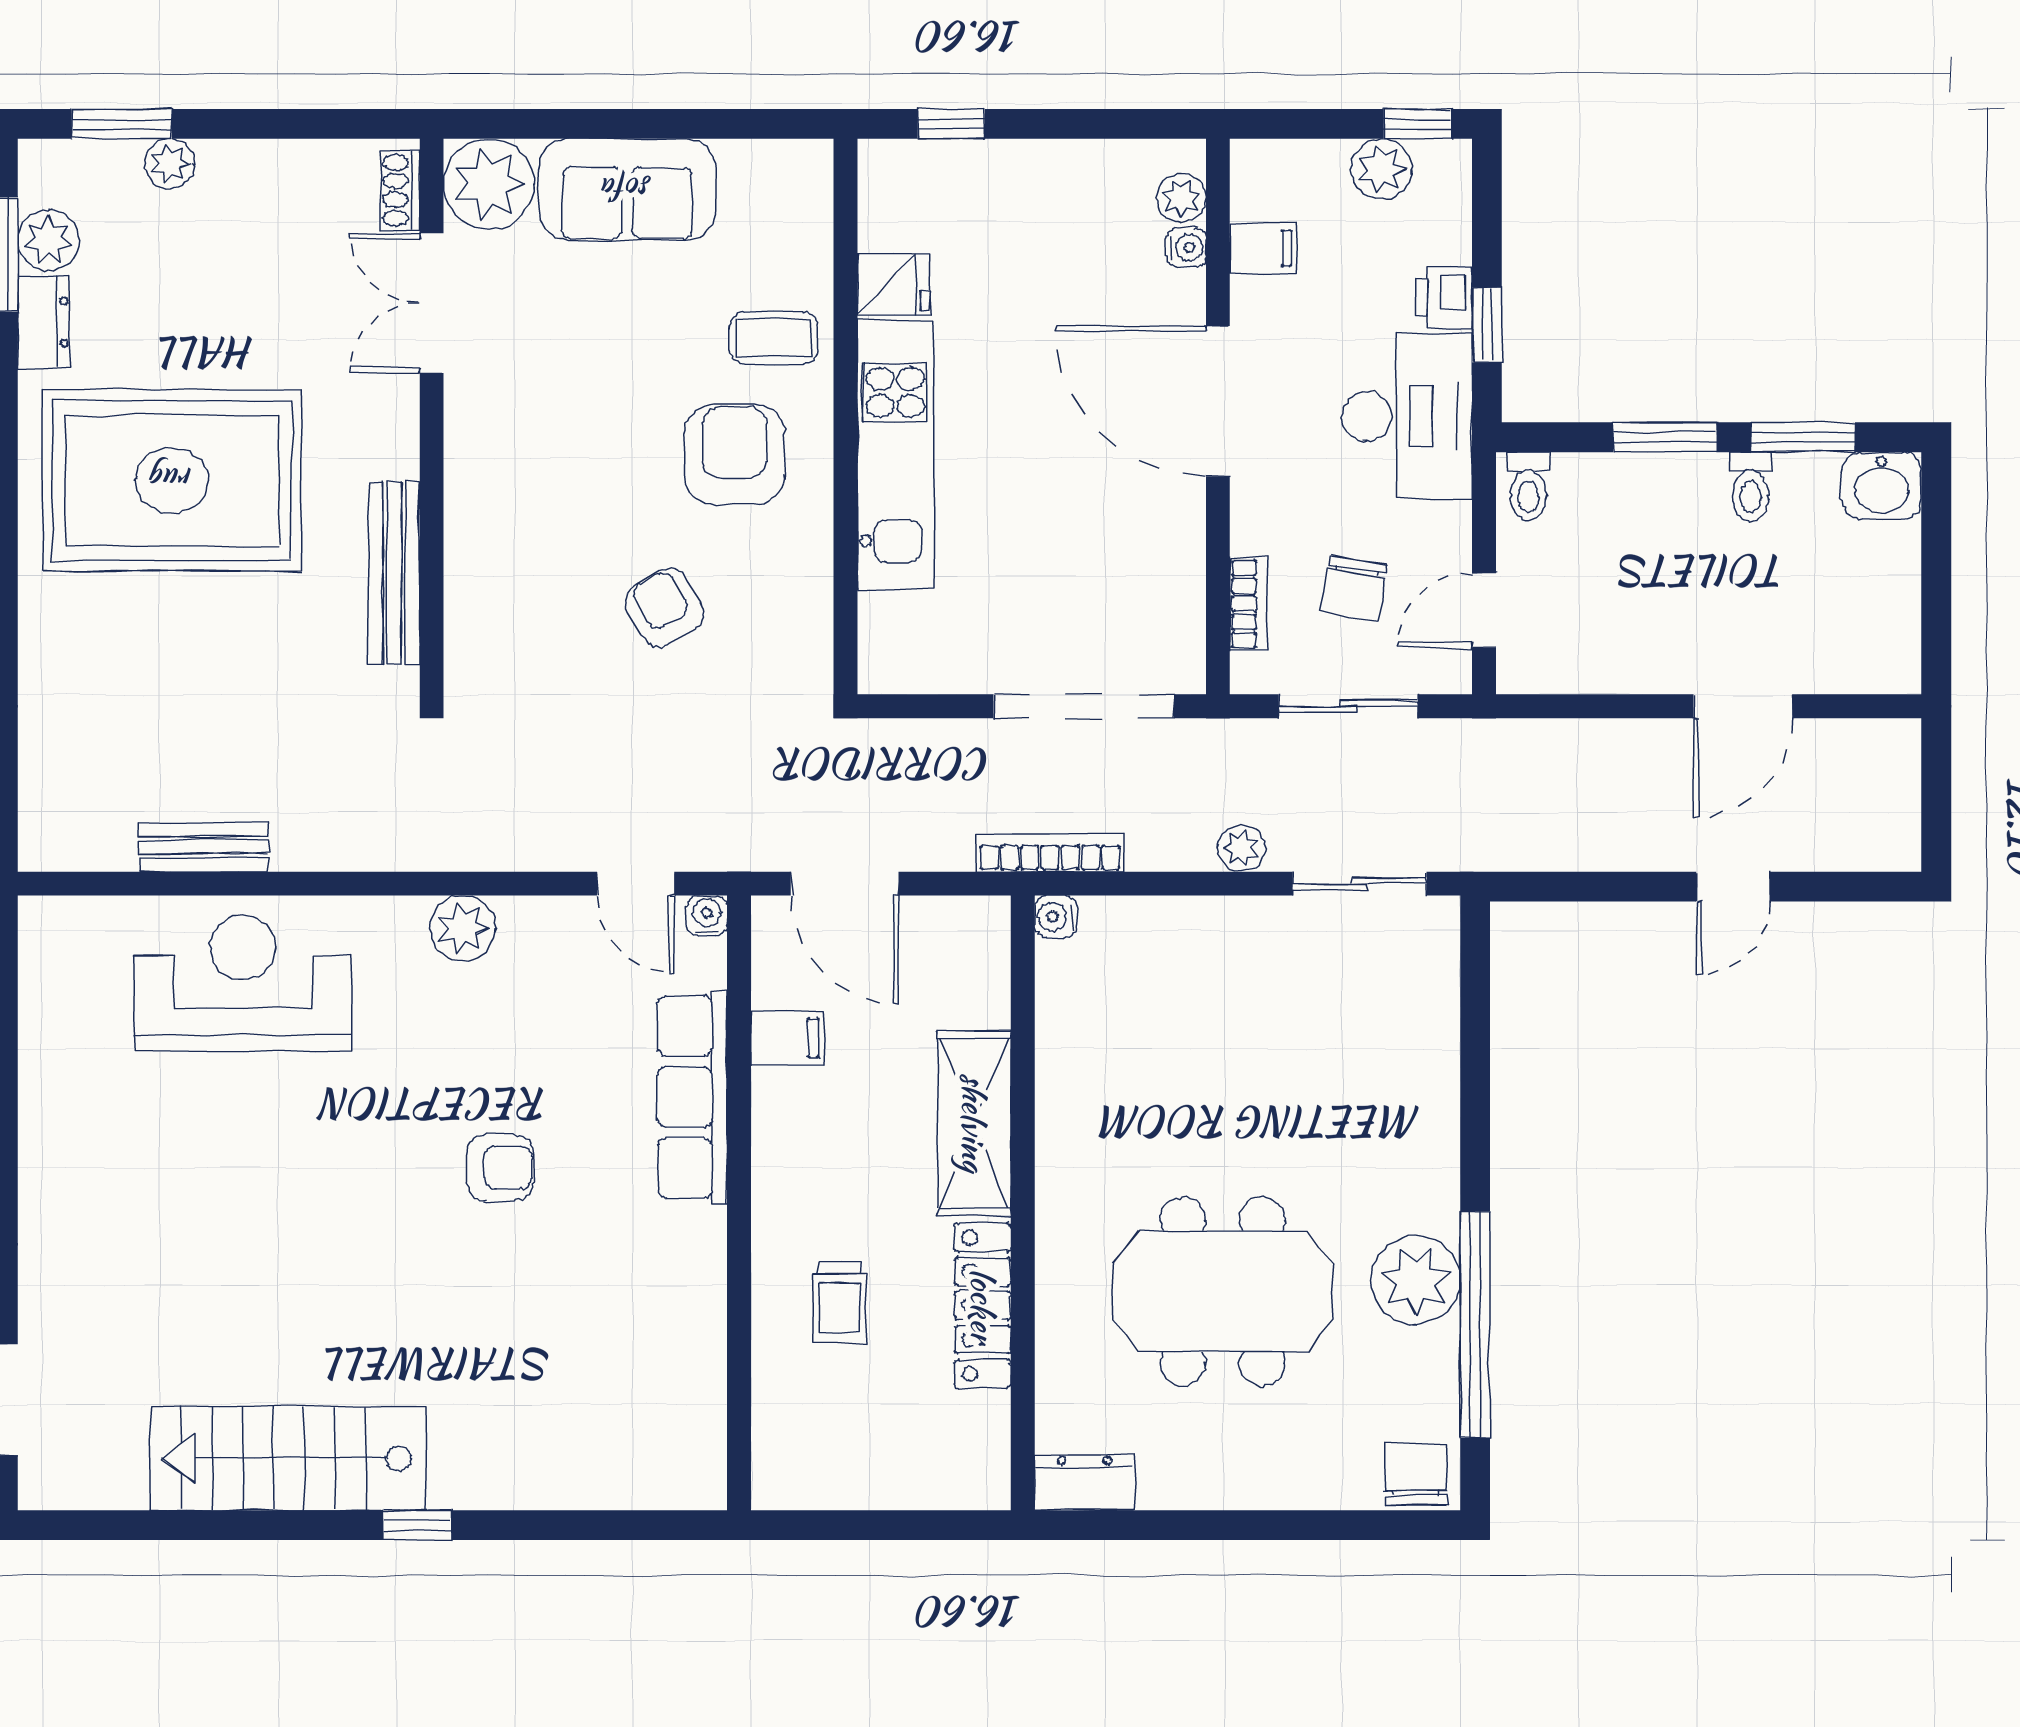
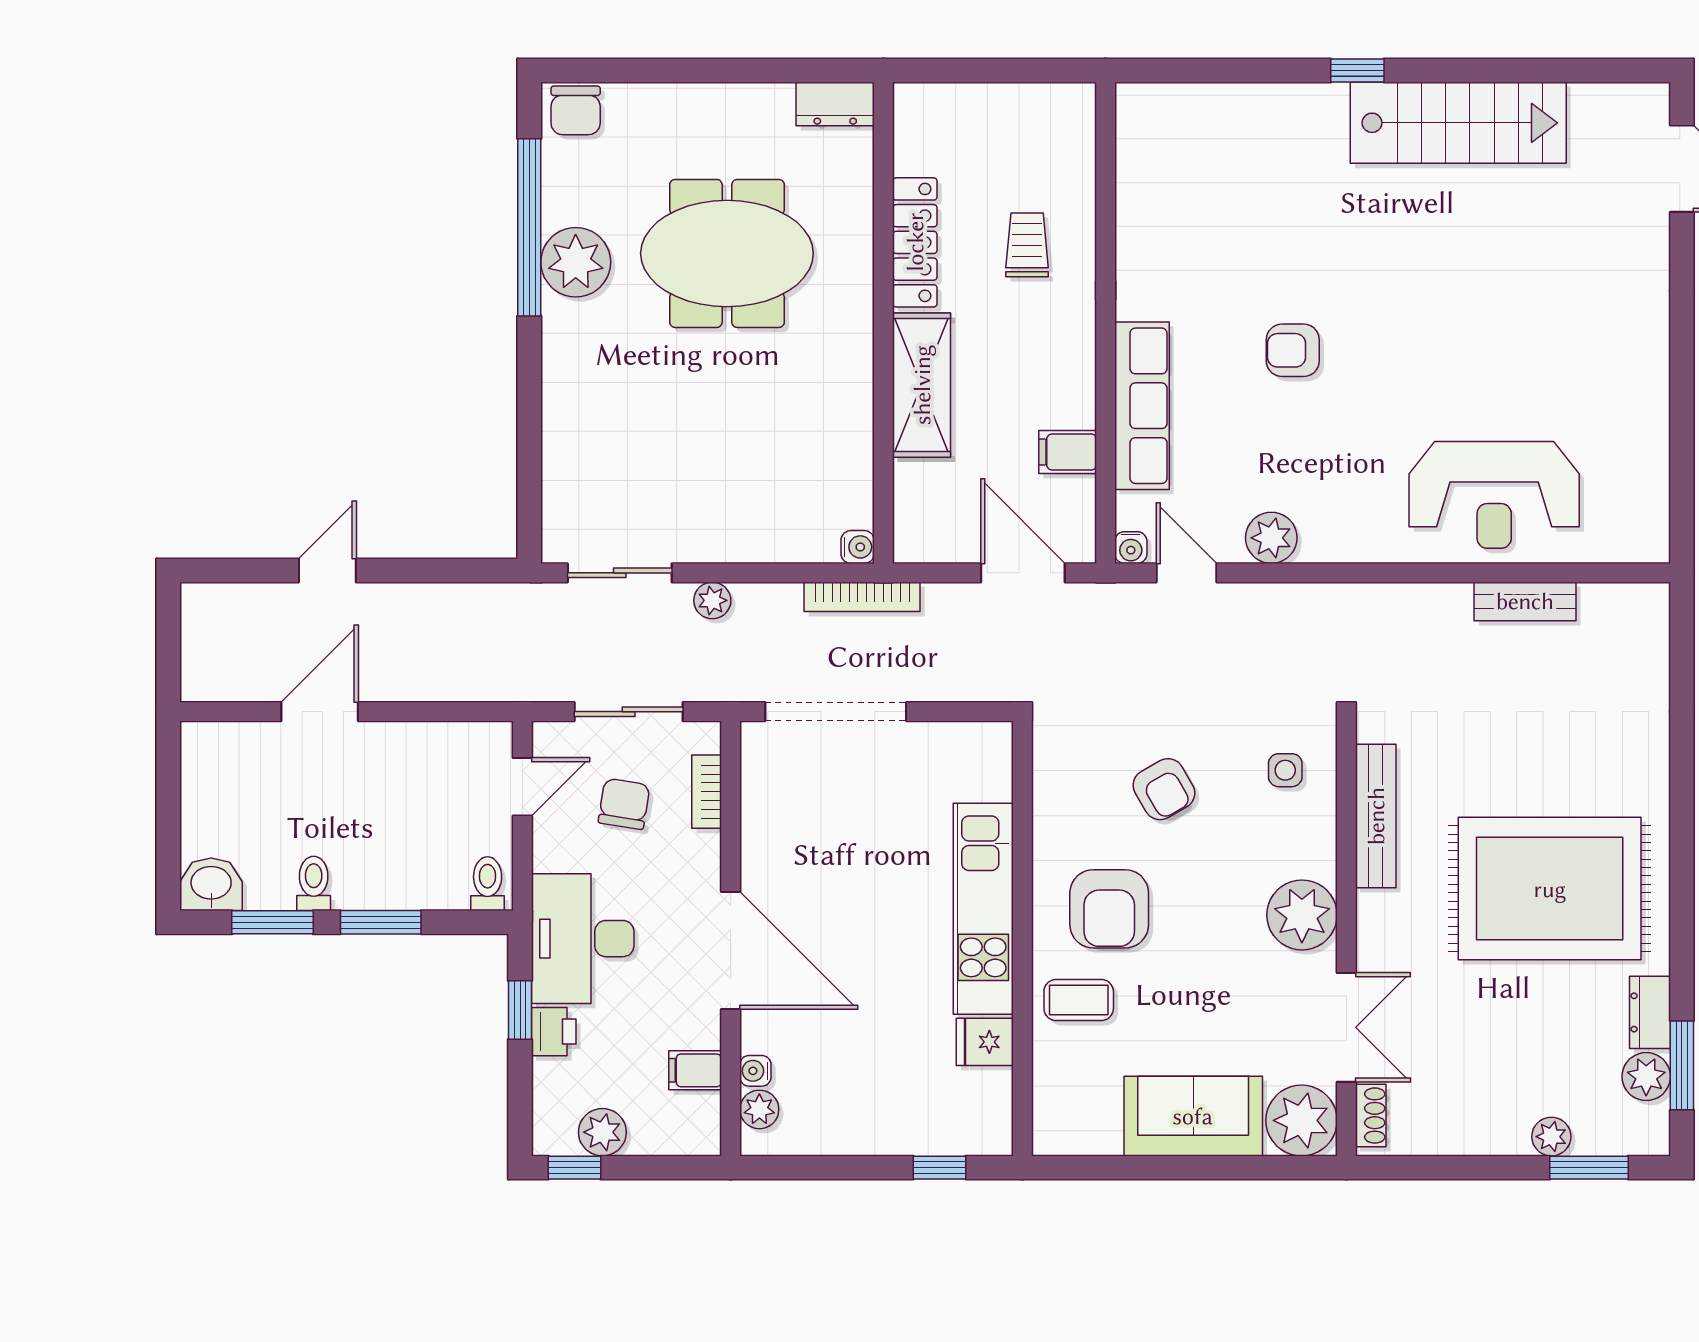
plant: (488, 447) -> (1302, 915), added
side table: (510, 631) -> (1285, 770), added
plant: (463, 928) -> (1271, 538), moved

